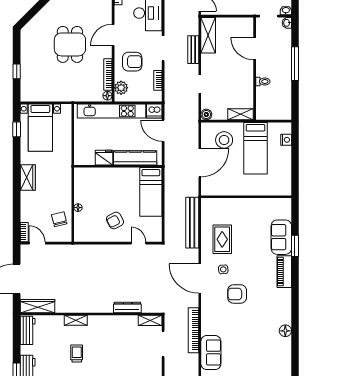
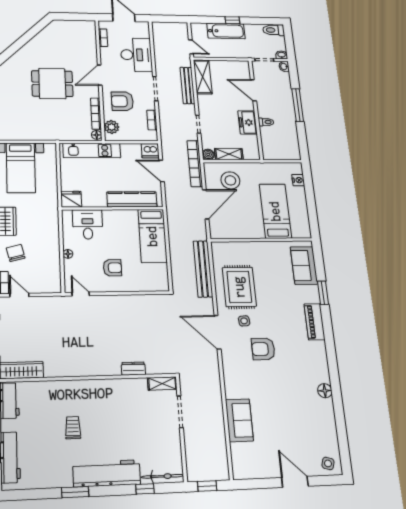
dining table: (70, 44) -> (52, 84), turned 90
bench: (193, 50) -> (187, 85), width x1.36
armchair: (132, 62) -> (122, 101), turned 180
freezer: (246, 82) -> (248, 122), added
kitchen unit: (112, 111) -> (92, 151), width x0.73
shelving: (241, 114) -> (229, 154), moved
bed: (255, 148) -> (275, 211), moved, turned 180
fridge: (104, 158) -> (71, 199), moved
desk: (96, 181) -> (88, 224), added
chair: (59, 219) -> (16, 253), moved
armchair: (115, 220) -> (112, 268), turned -152
sofa: (281, 237) -> (304, 265), moved
rug: (222, 239) -> (239, 287), width x1.36, depth x1.43
door: (138, 243) -> (81, 294), moved
dresser: (127, 307) -> (133, 369), width x0.70
shelving: (76, 320) -> (70, 386), removed
bookcase: (193, 330) -> (195, 163), moved

